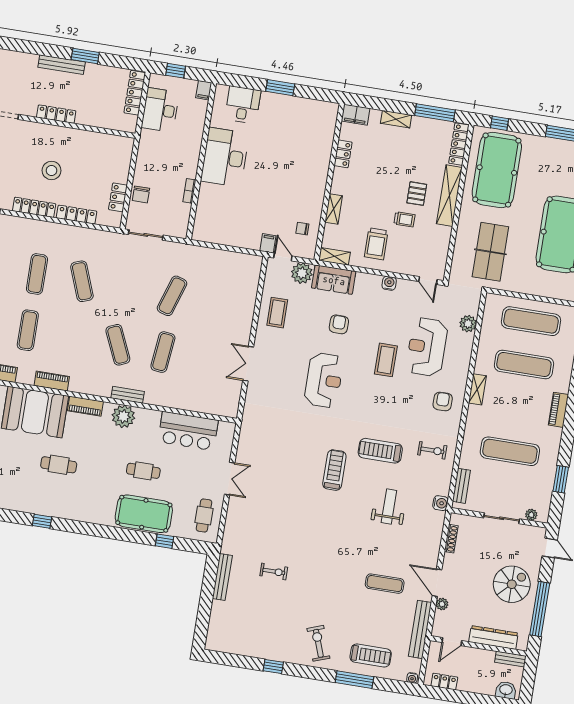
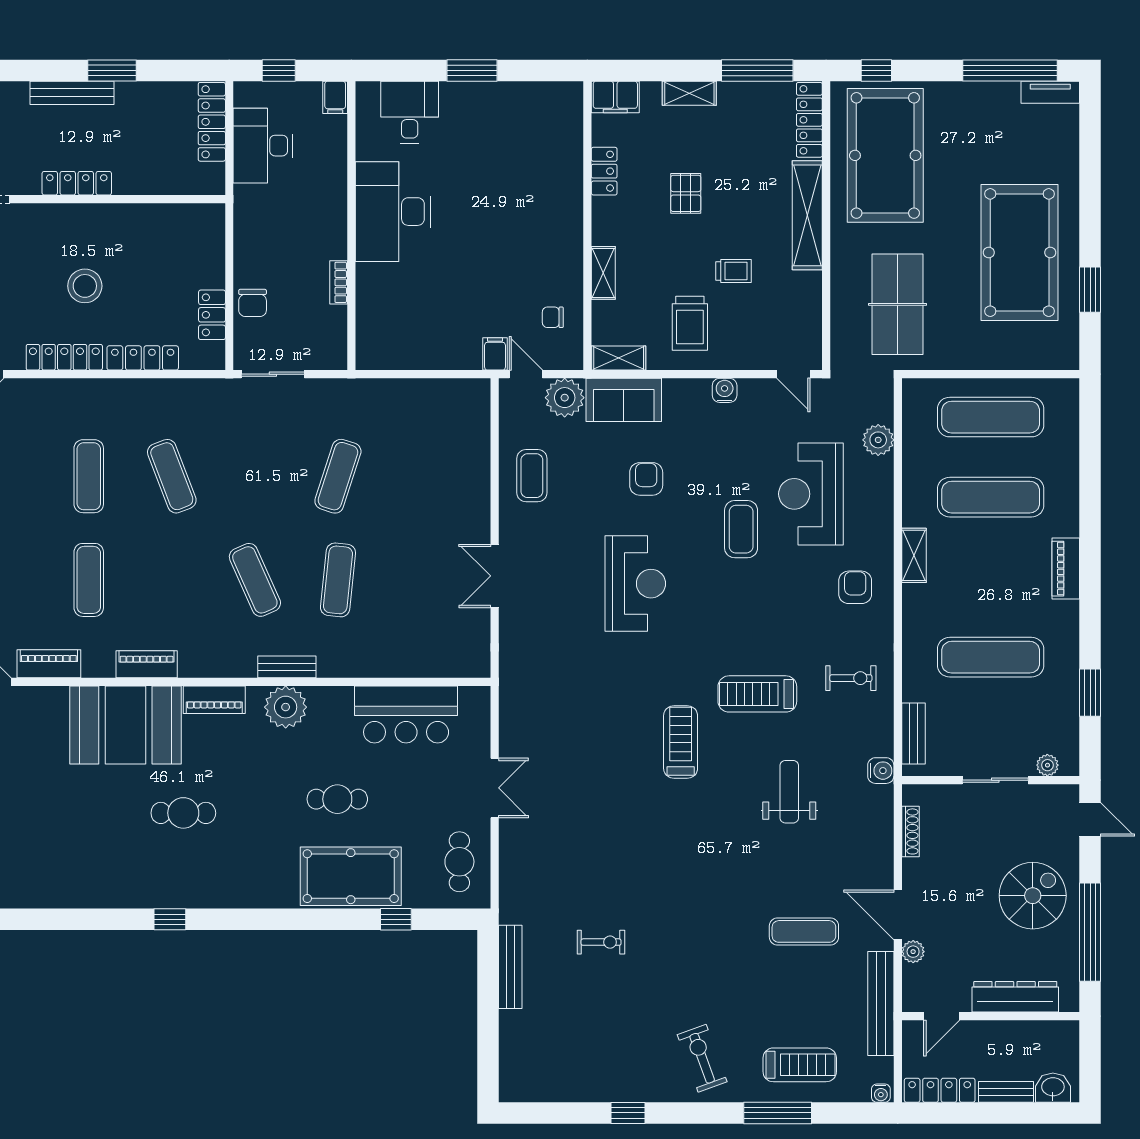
pallet: (417, 194) -> (686, 193), moved
bench: (510, 659) -> (1006, 1092), moved
locker: (444, 682) -> (940, 1090), width x1.53

